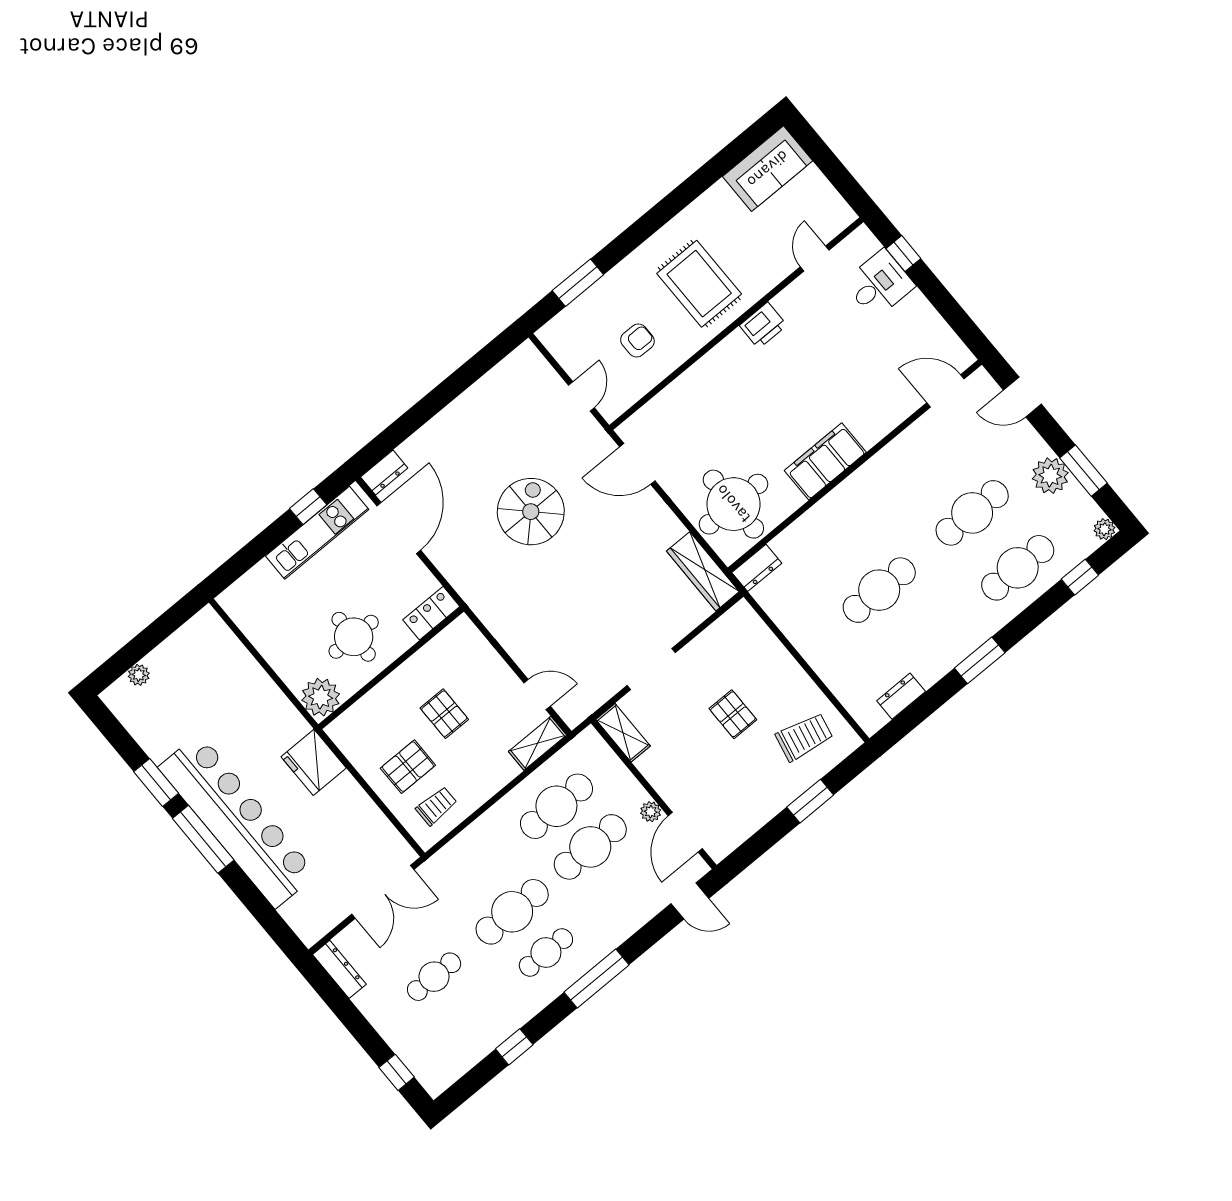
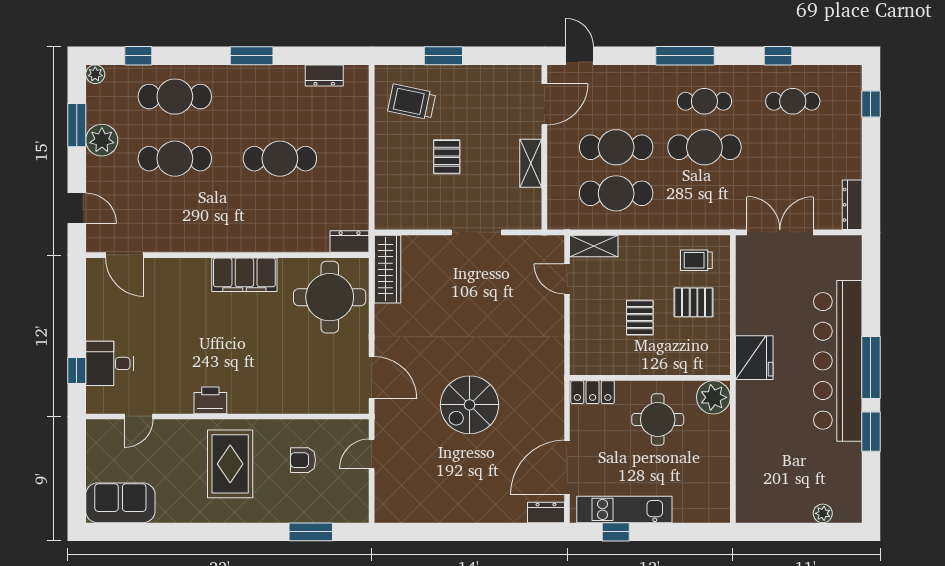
shelving: (623, 733) -> (531, 163), moved
plant: (651, 812) -> (556, 137), removed
cafe table: (434, 977) -> (793, 101), moved

